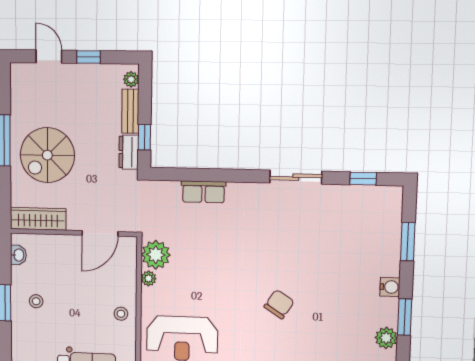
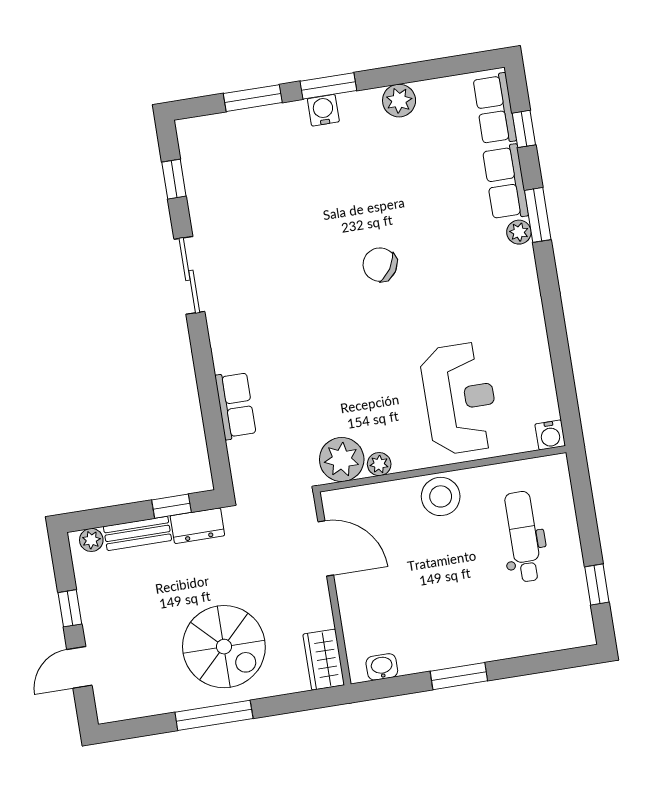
wardrobe: (38, 219) -> (324, 660), width x0.67
stool: (36, 301) -> (447, 629), removed
stool: (121, 314) -> (441, 496), width x1.89, depth x1.89
window: (405, 317) -> (328, 86), moved

